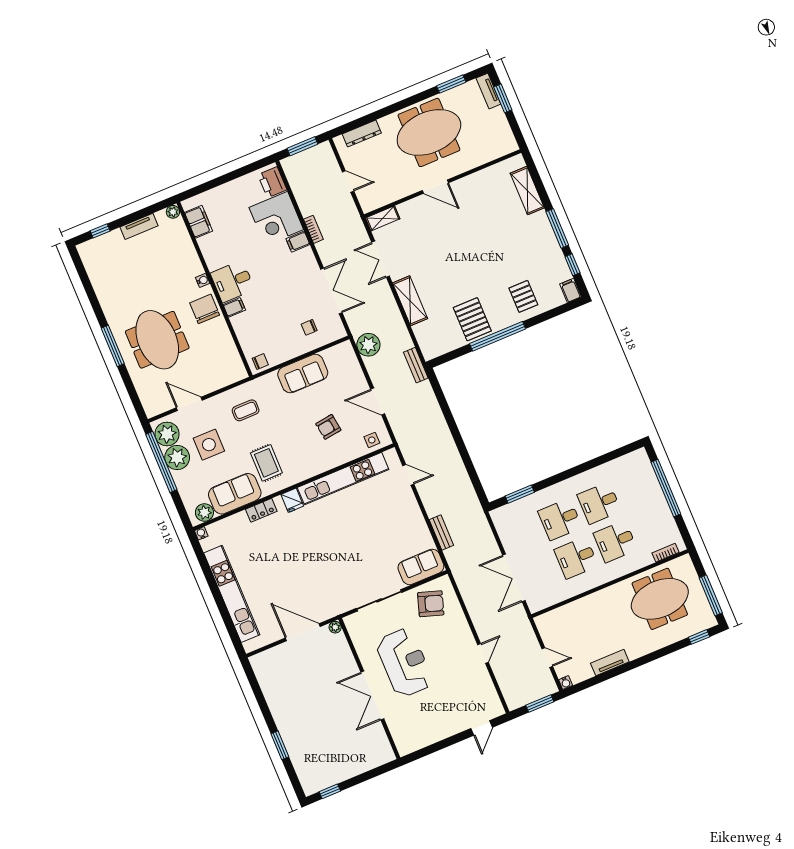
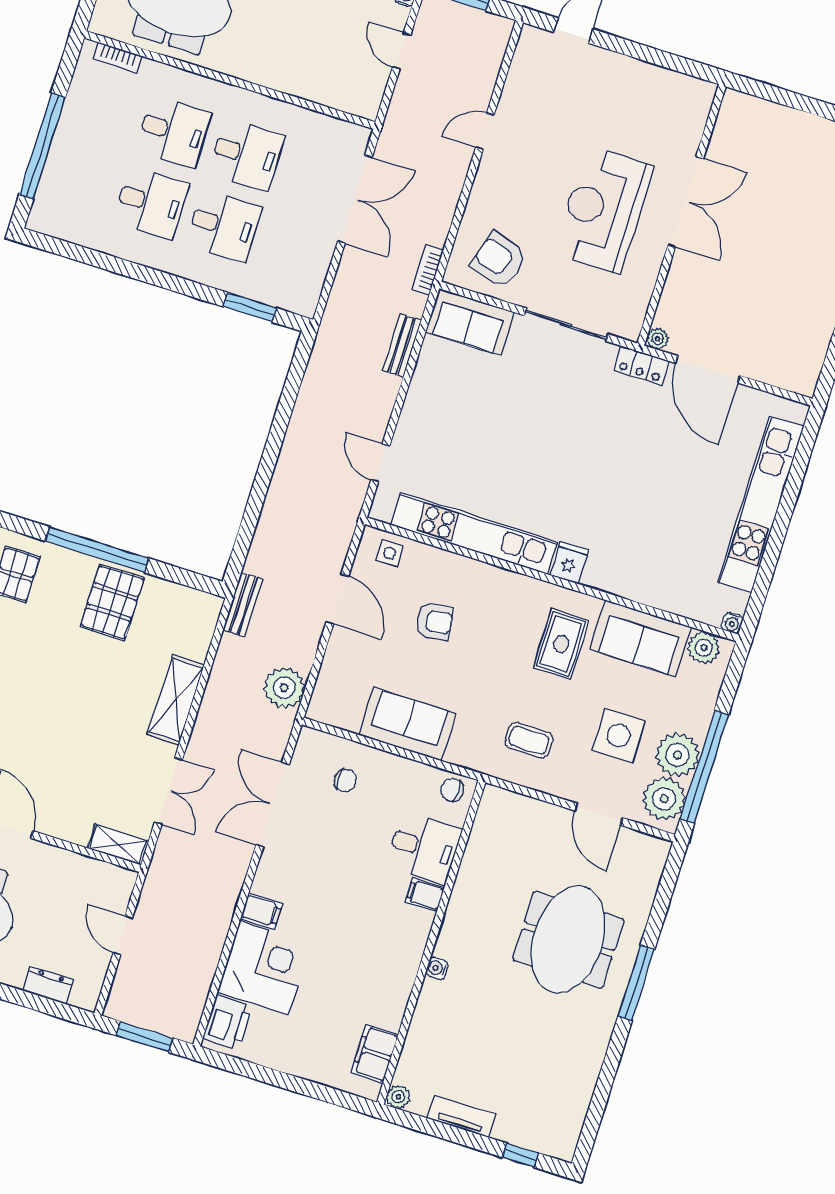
dresser: (362, 134) -> (48, 985), width x0.70
bookcase: (313, 229) -> (428, 270), moved
desk: (232, 281) -> (424, 848), moved
chair: (205, 309) -> (467, 927), removed
locker: (261, 510) -> (641, 366), moved, turned 180

